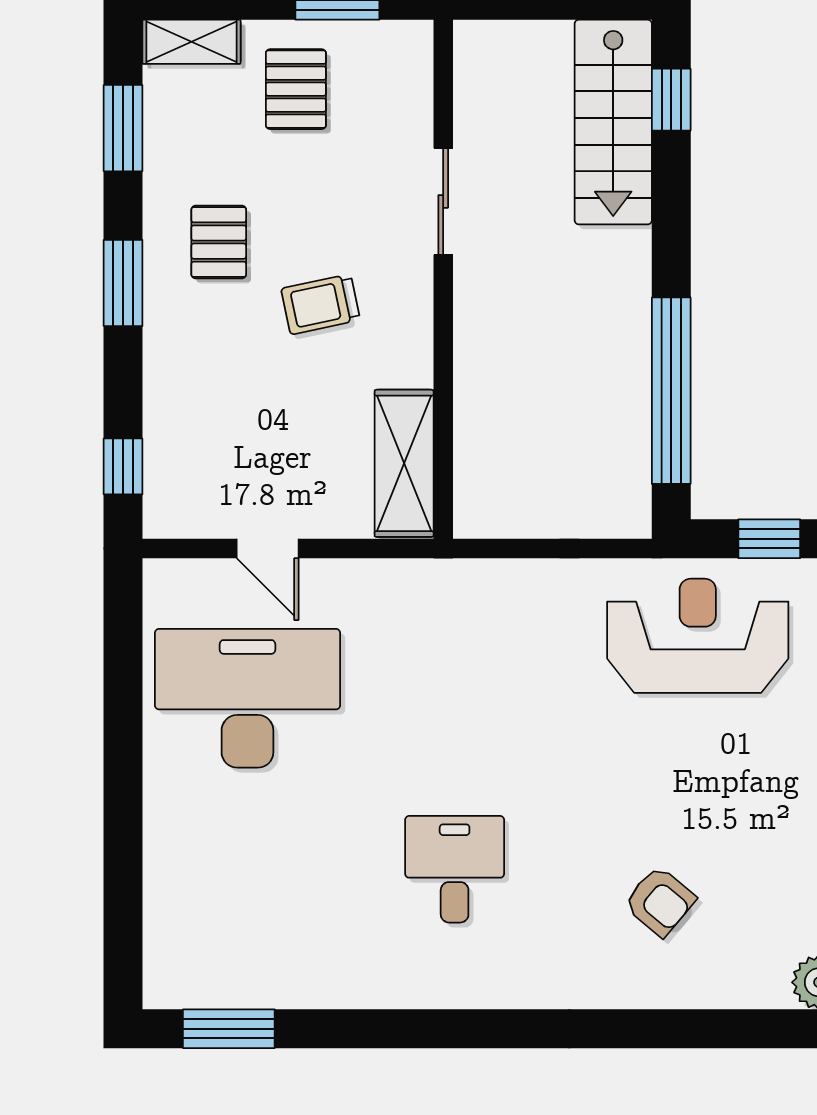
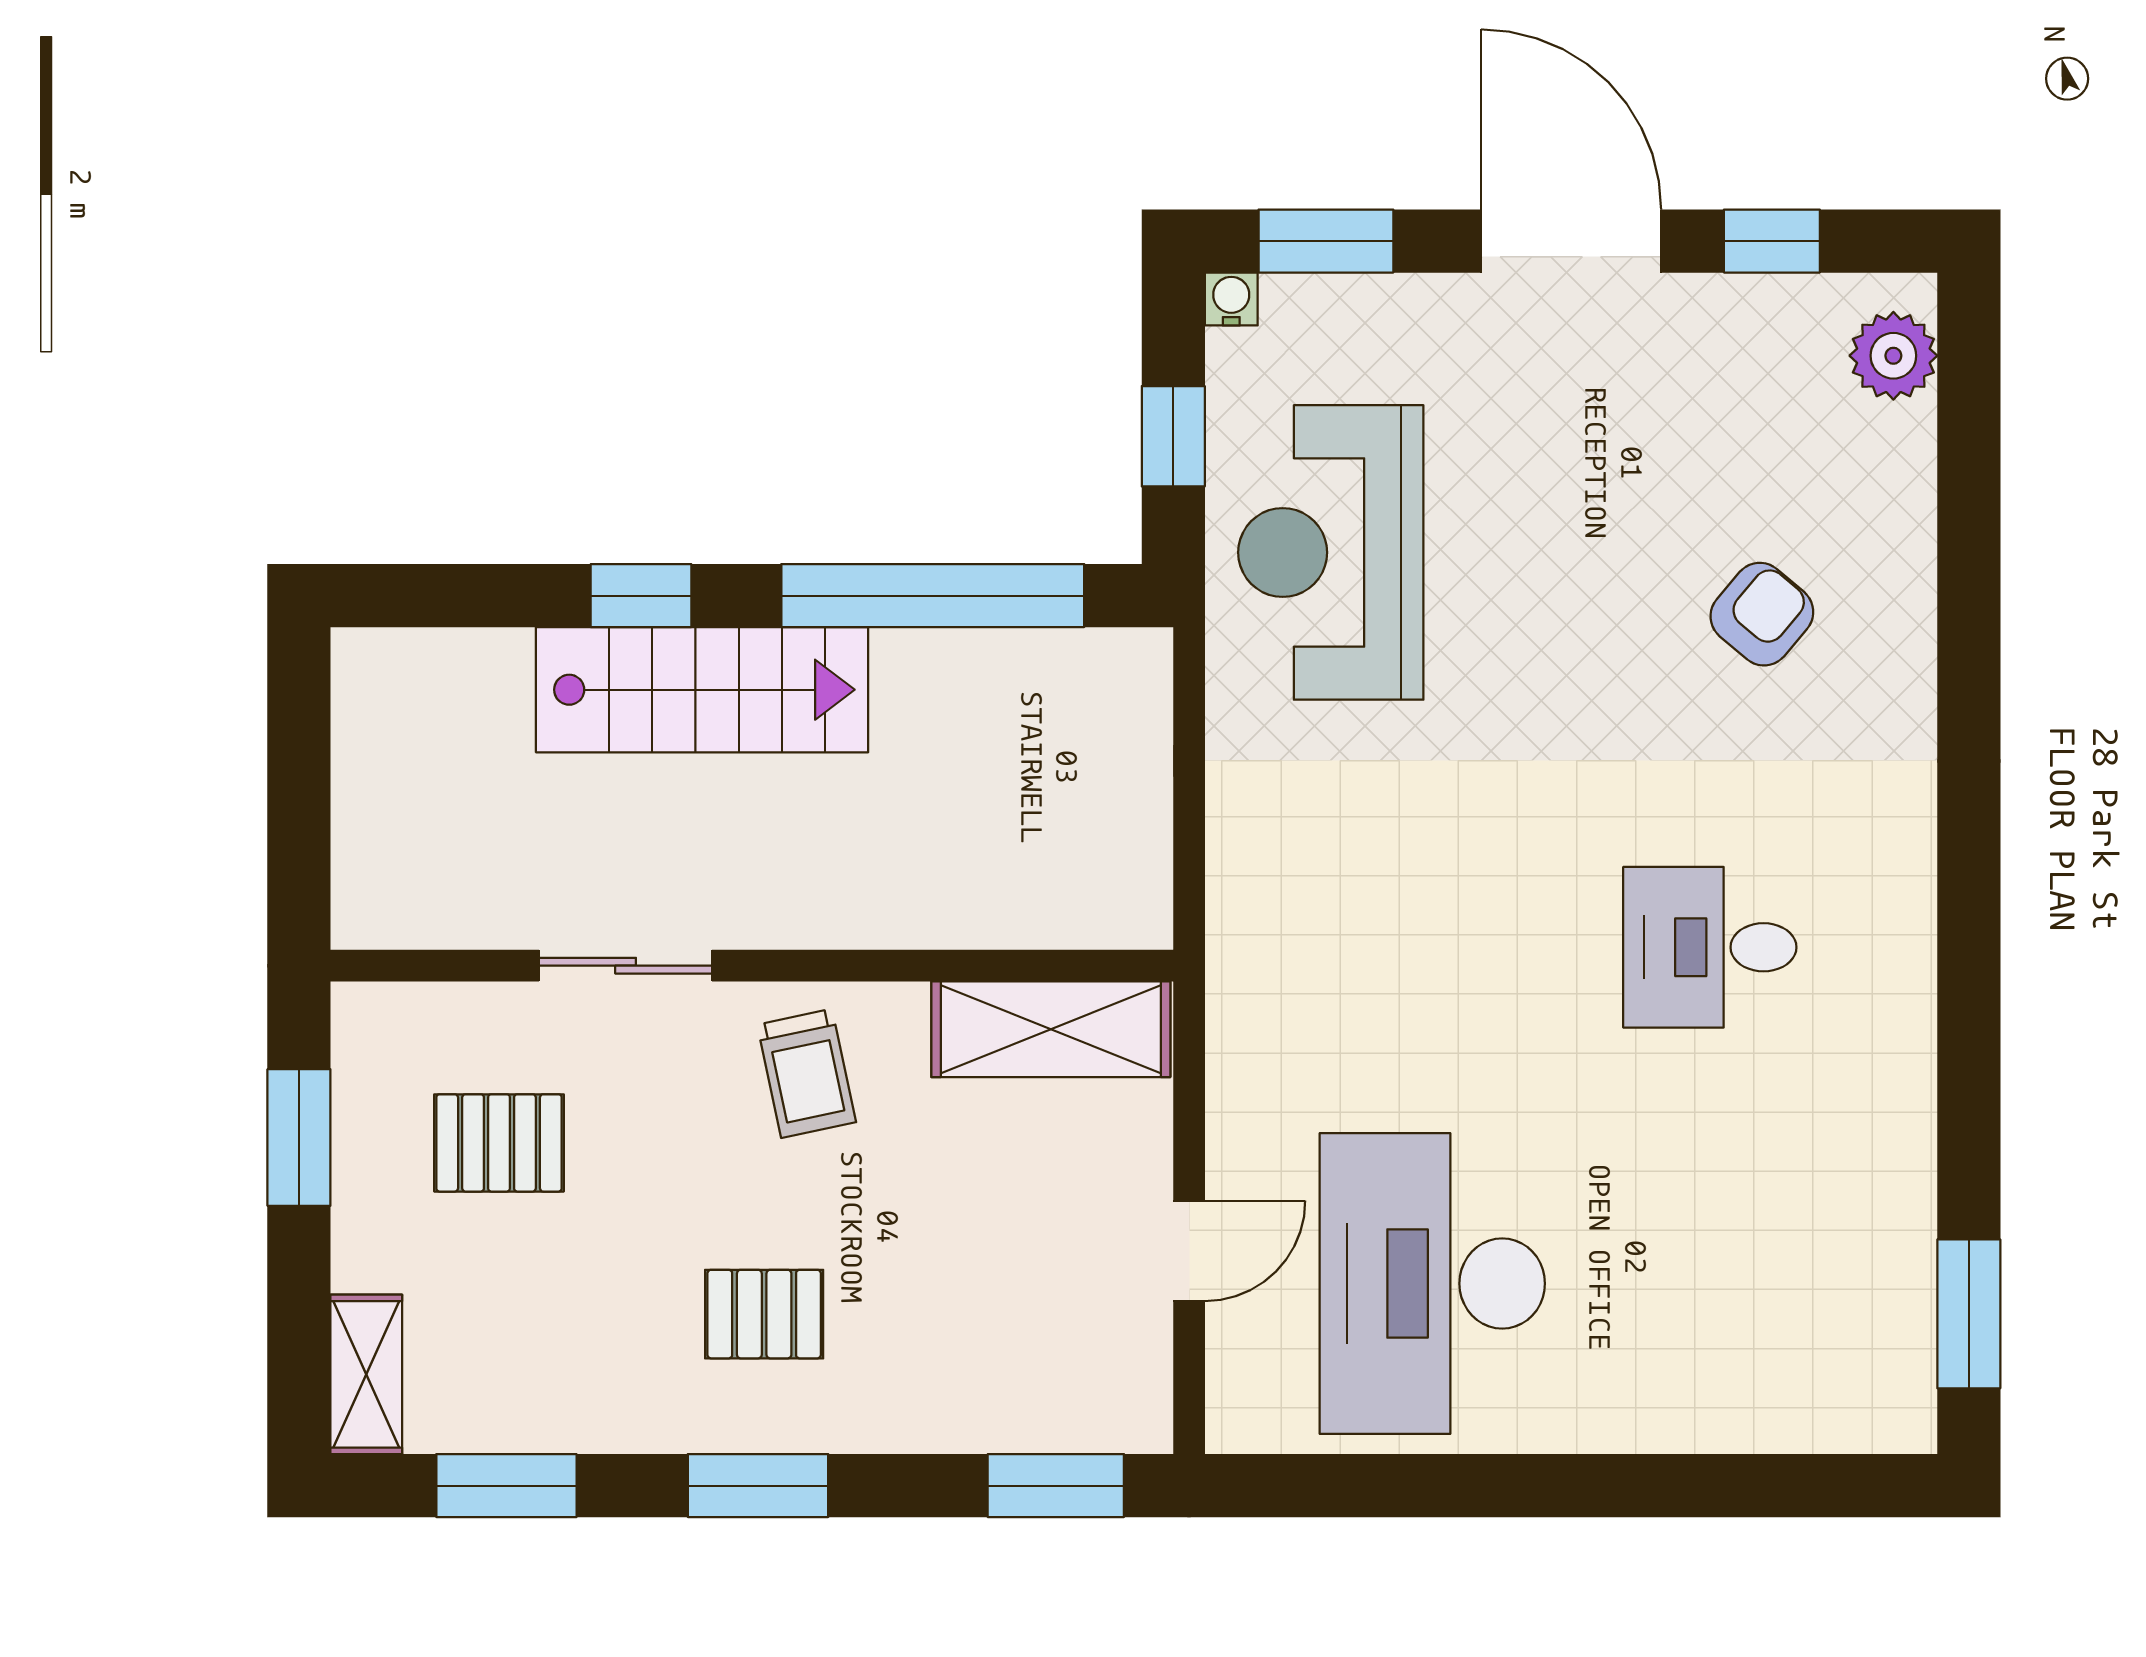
pallet: (296, 89) -> (499, 1143), moved
window: (671, 100) -> (641, 596), moved
stairs: (613, 122) -> (702, 690), moved
pallet: (219, 242) -> (764, 1314), moved
trolley: (321, 304) -> (807, 1073), moved
window: (123, 466) -> (1056, 1486), width x1.50

